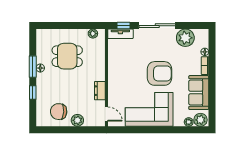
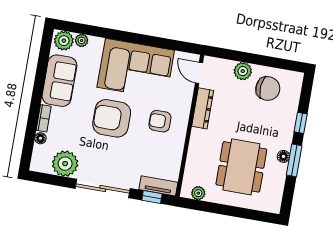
dining table: (67, 56) -> (241, 167), width x1.38
armchair: (127, 77) -> (160, 121), added
dresser: (100, 91) -> (203, 108), width x1.44

